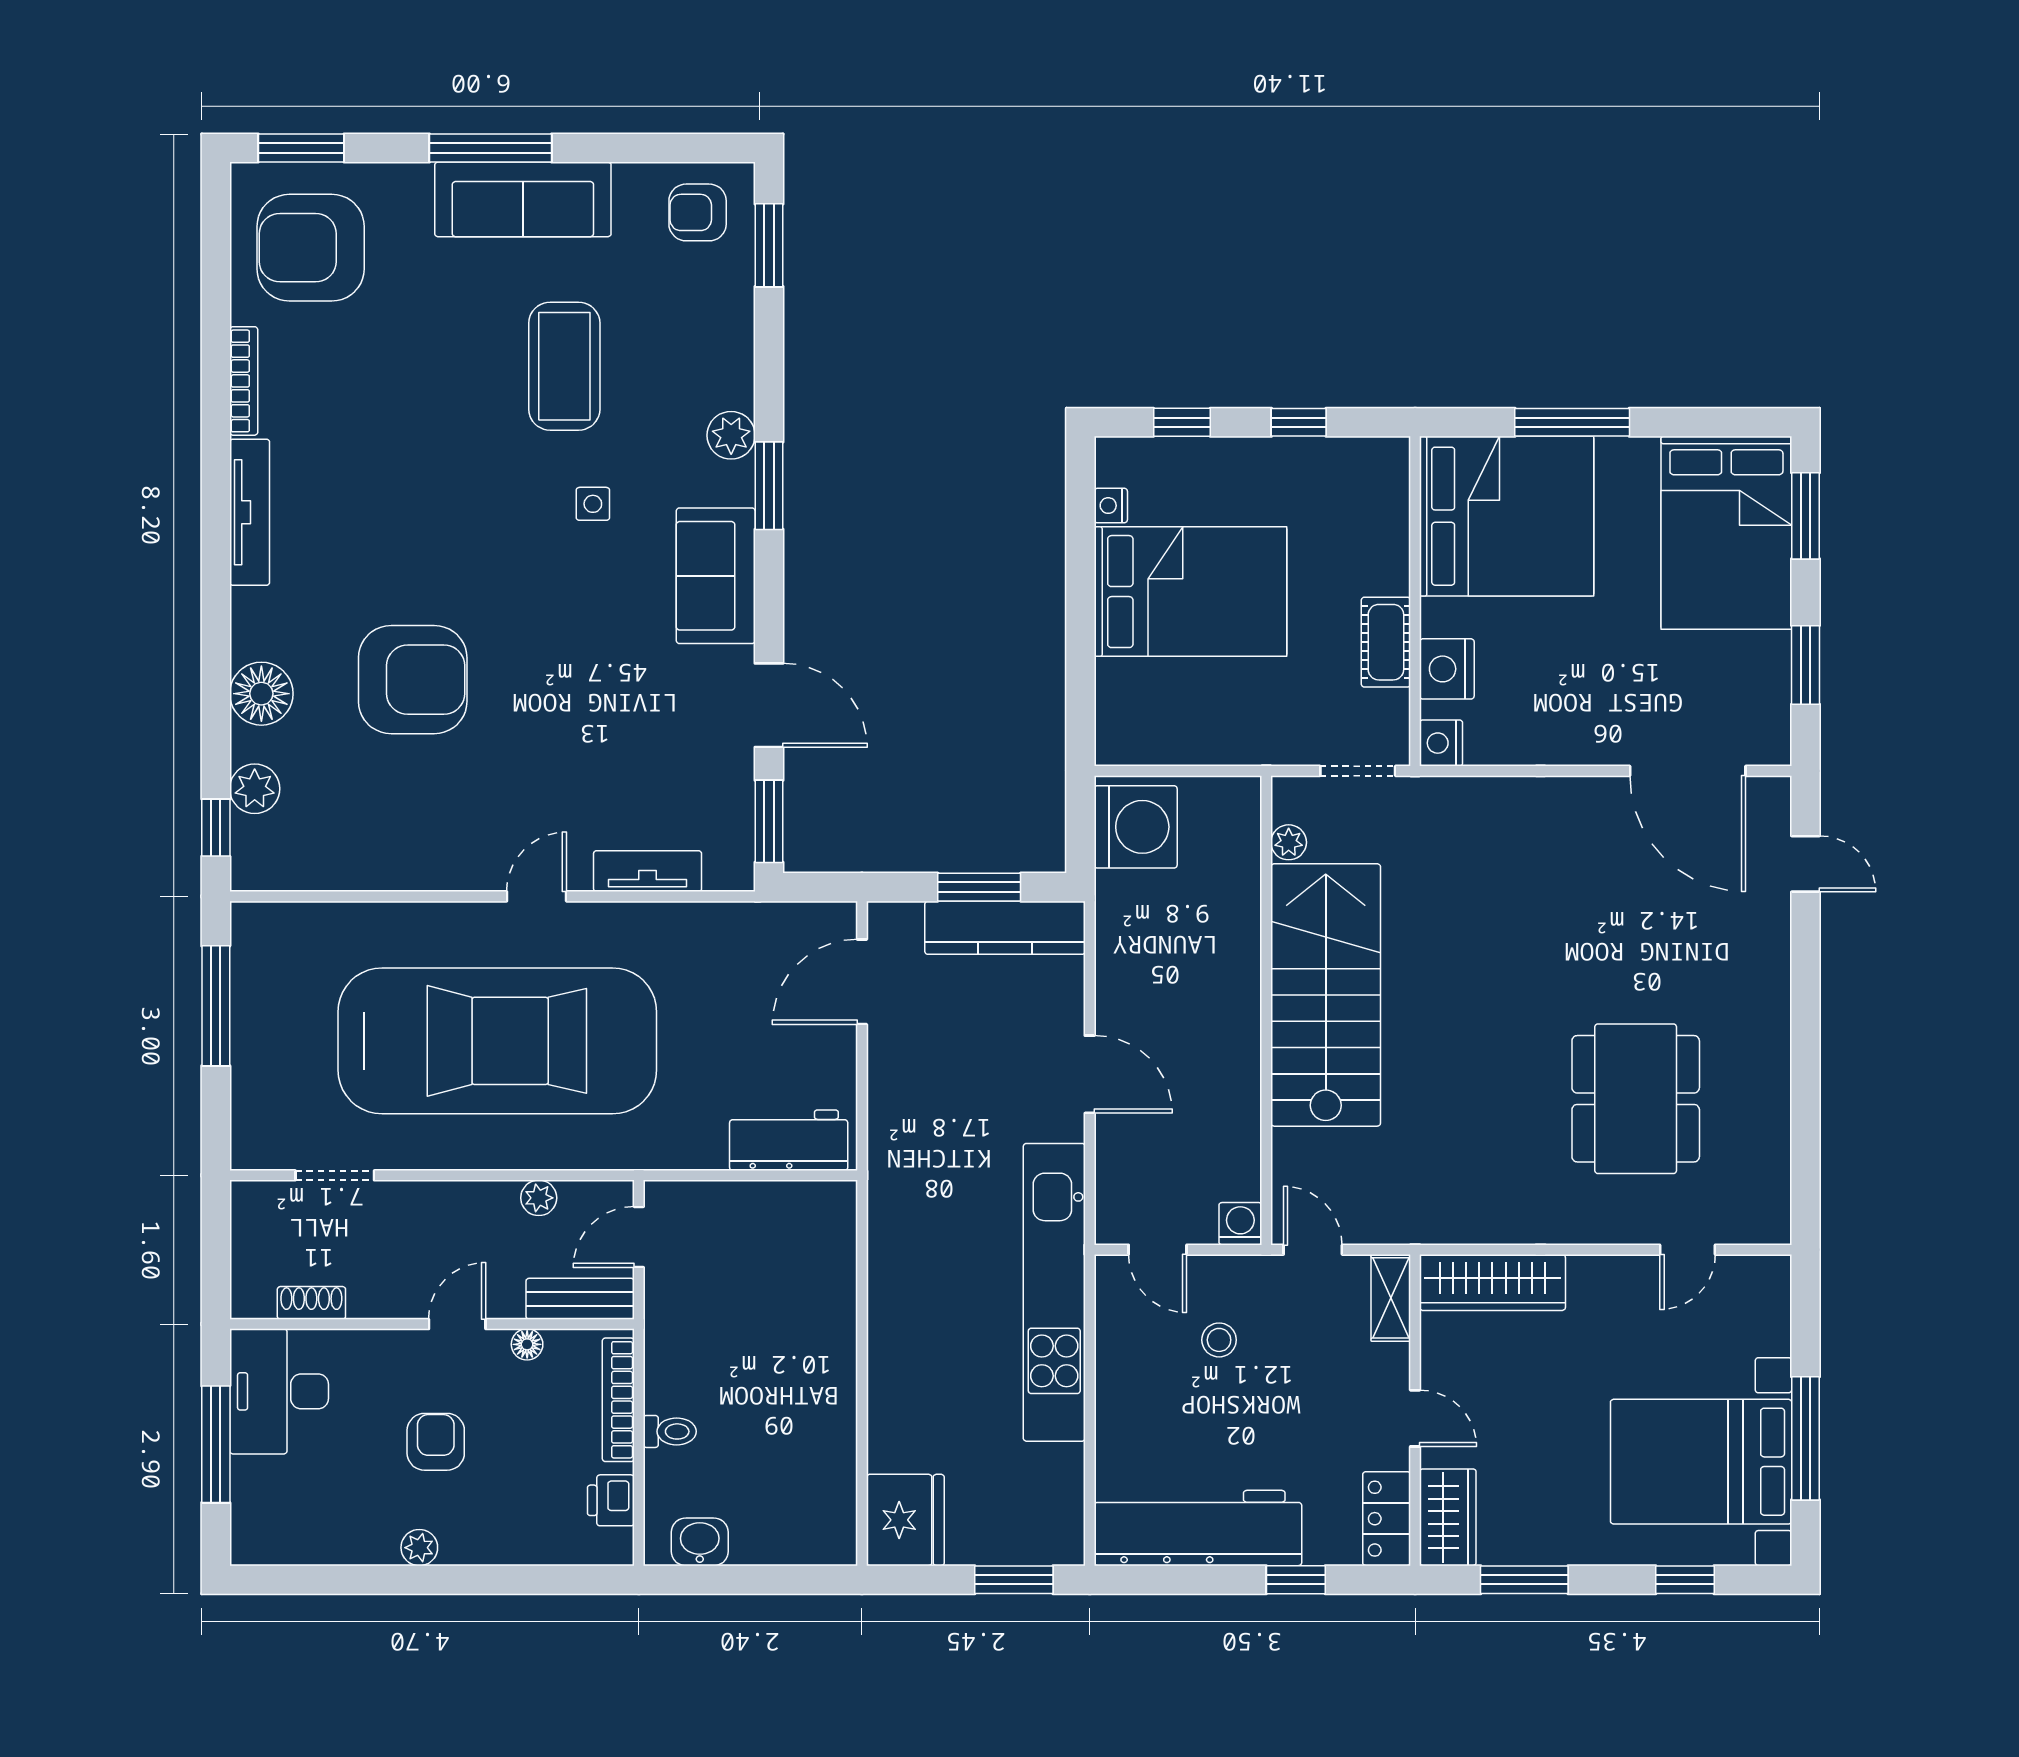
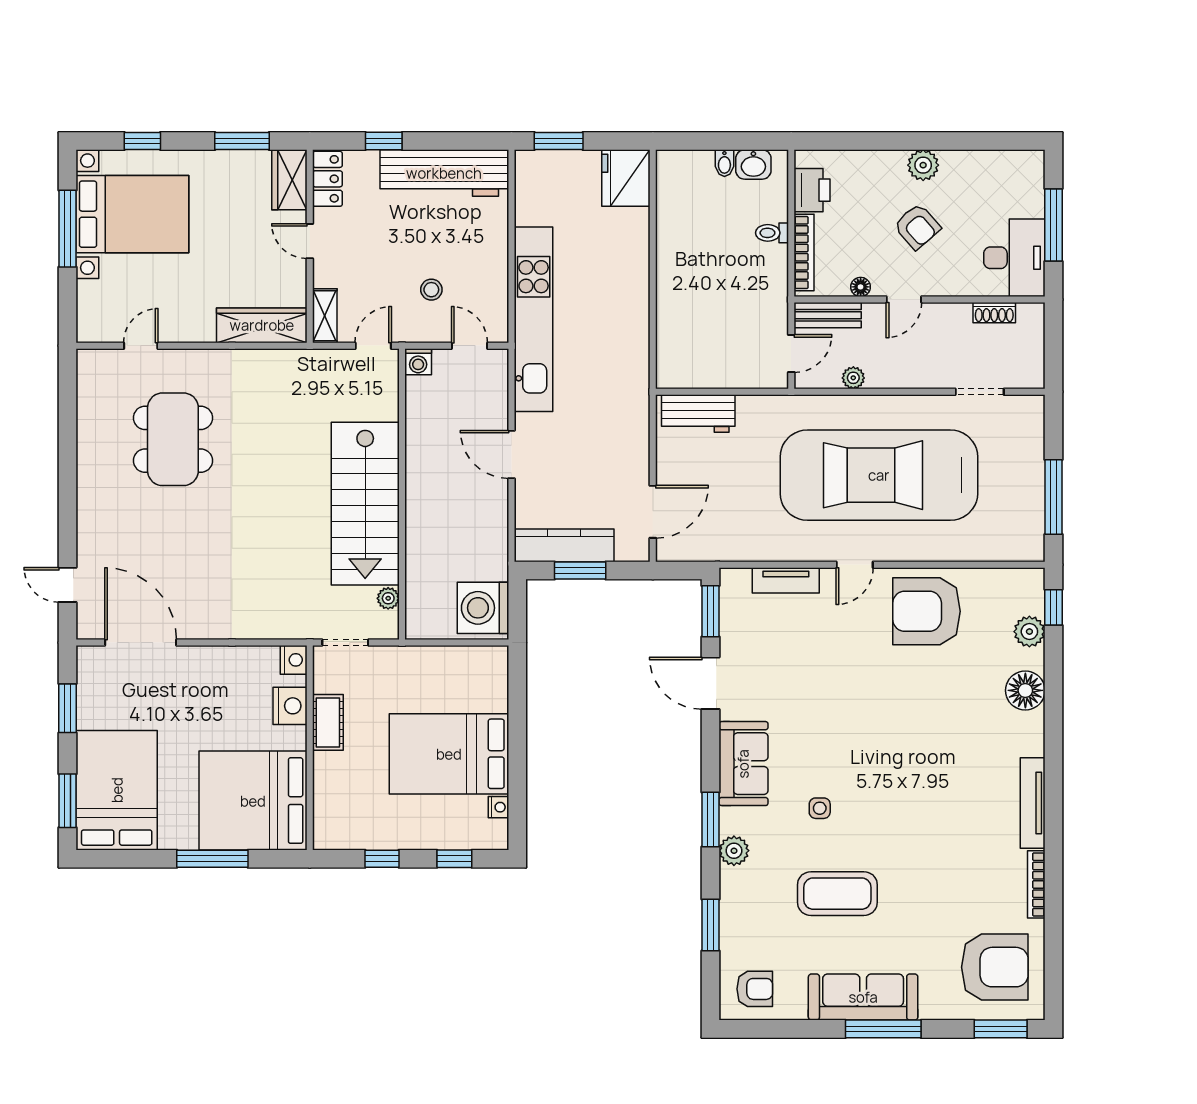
window: (769, 245) -> (710, 925), moved
coffee table: (564, 366) -> (837, 894), turned 90
armchair: (413, 680) -> (926, 611), moved
door: (1313, 1250) -> (373, 346), swing flipped
armchair: (436, 1442) -> (917, 227), turned -41
printer: (611, 1500) -> (812, 190), width x1.36, depth x1.24
bidet: (746, 1544) -> (724, 163), added
plant: (419, 1548) -> (923, 165), width x1.38, depth x1.38

